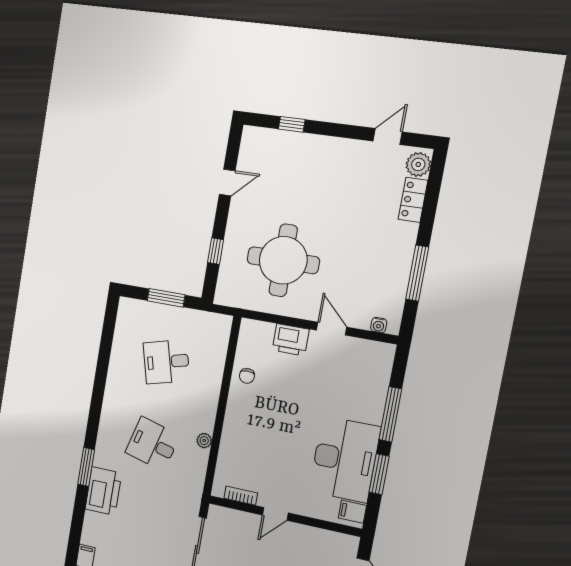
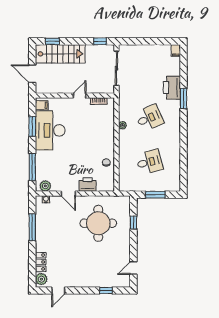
door: (227, 183) -> (133, 268), moved
plant: (375, 352) -> (45, 186), added
window: (390, 414) -> (32, 167), moved
desk: (153, 444) -> (149, 118), turned -39

